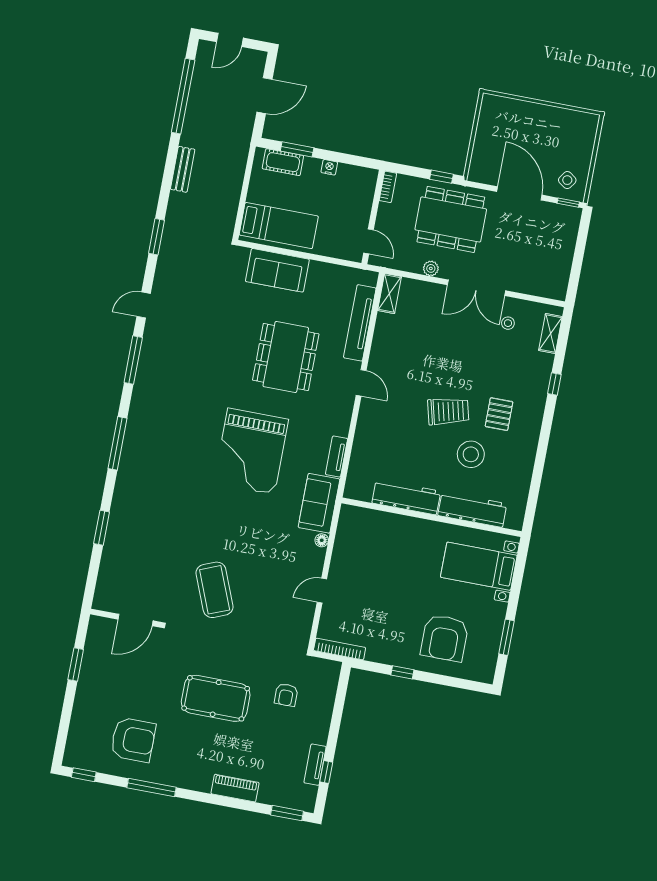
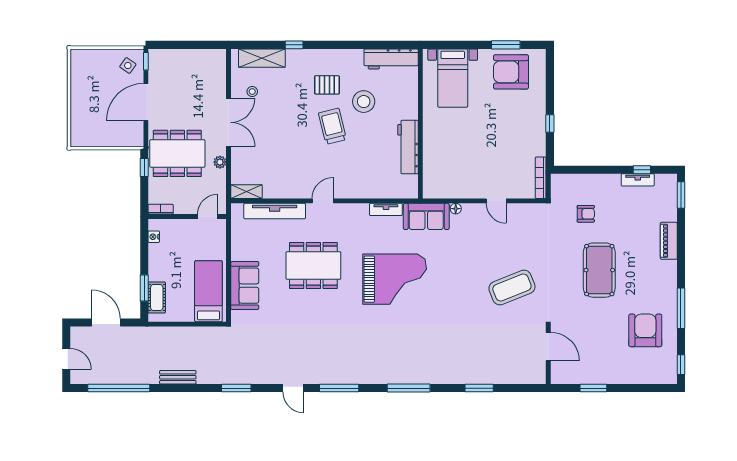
nightstand: (329, 167) -> (154, 237), moved
dining table: (451, 219) -> (177, 153), turned 90
shelving: (550, 334) -> (262, 58), width x1.50, depth x1.33
workbench: (472, 509) -> (391, 59), moved, turned -90
armchair: (445, 638) -> (511, 72), moved, turned 180

